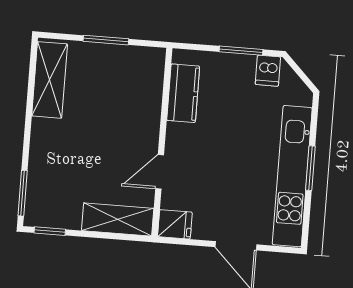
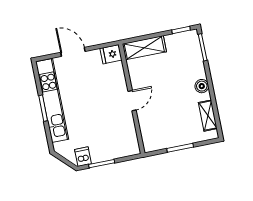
shelving: (50, 80) -> (208, 116), width x0.67, depth x0.75
kitchen counter: (183, 93) -> (128, 130), removed
boiler: (42, 130) -> (202, 86), added
door: (160, 172) -> (132, 101), moved

